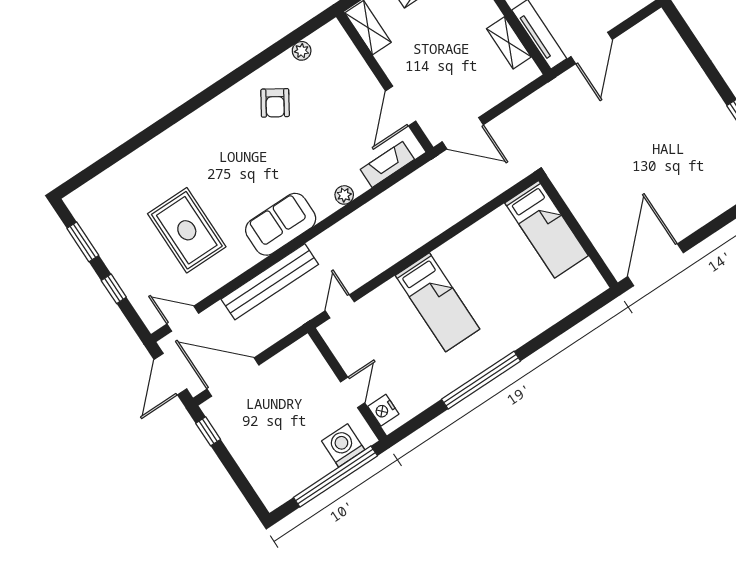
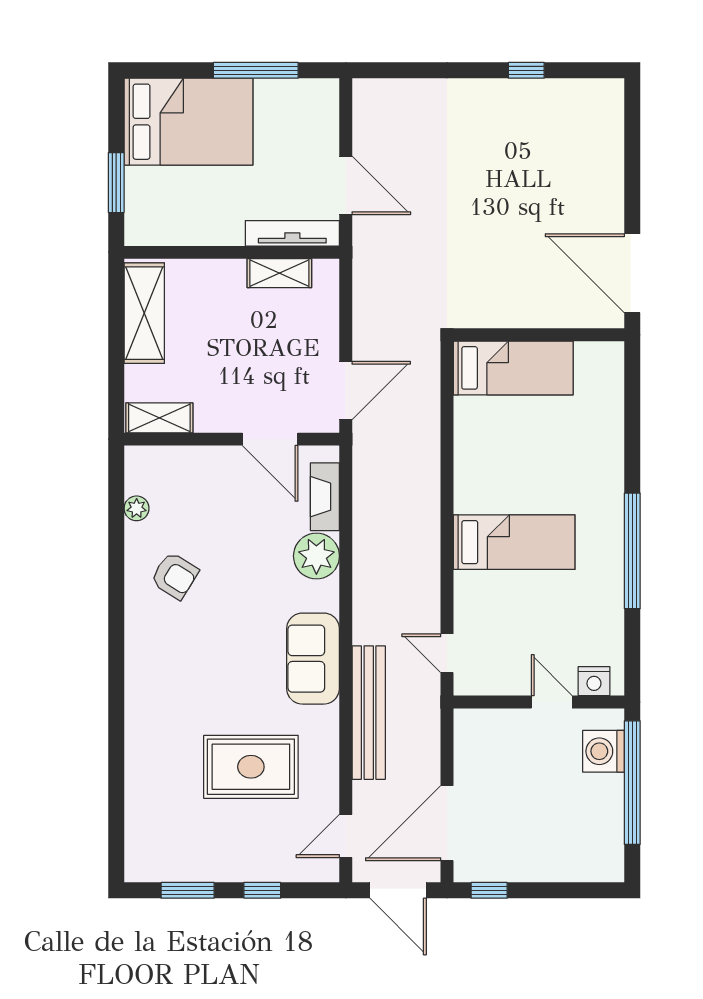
plant: (344, 195) -> (316, 556), width x1.88, depth x1.88

